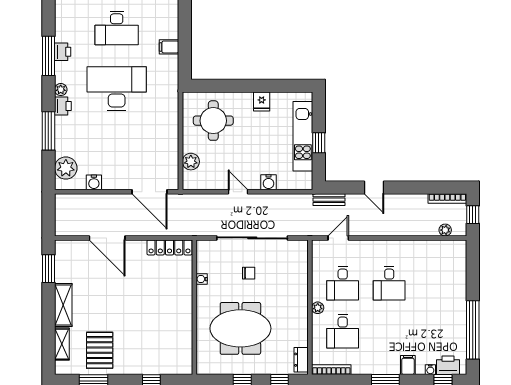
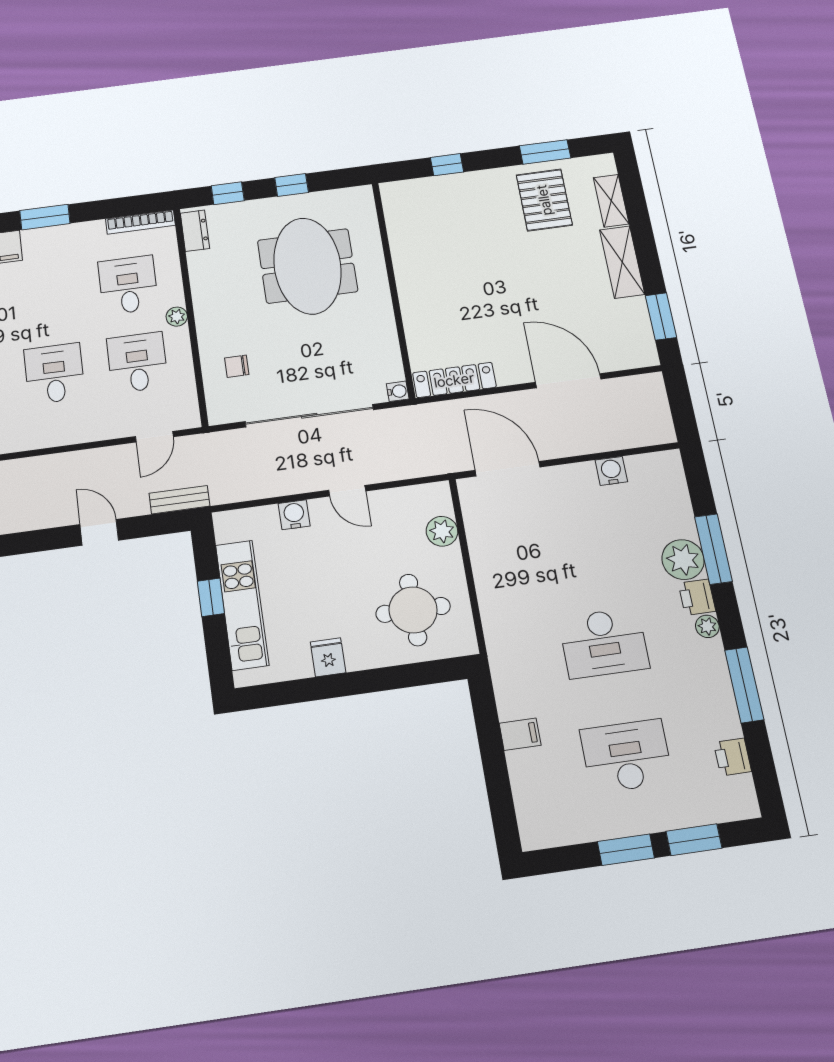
printer: (63, 52) -> (732, 757), moved
desk: (117, 89) -> (604, 643), width x0.73, depth x0.77
plant: (66, 168) -> (683, 560), moved
chair: (249, 273) -> (237, 366), moved
water cooler: (202, 279) -> (398, 391), moved
meeting table: (240, 328) -> (307, 266), turned 90

